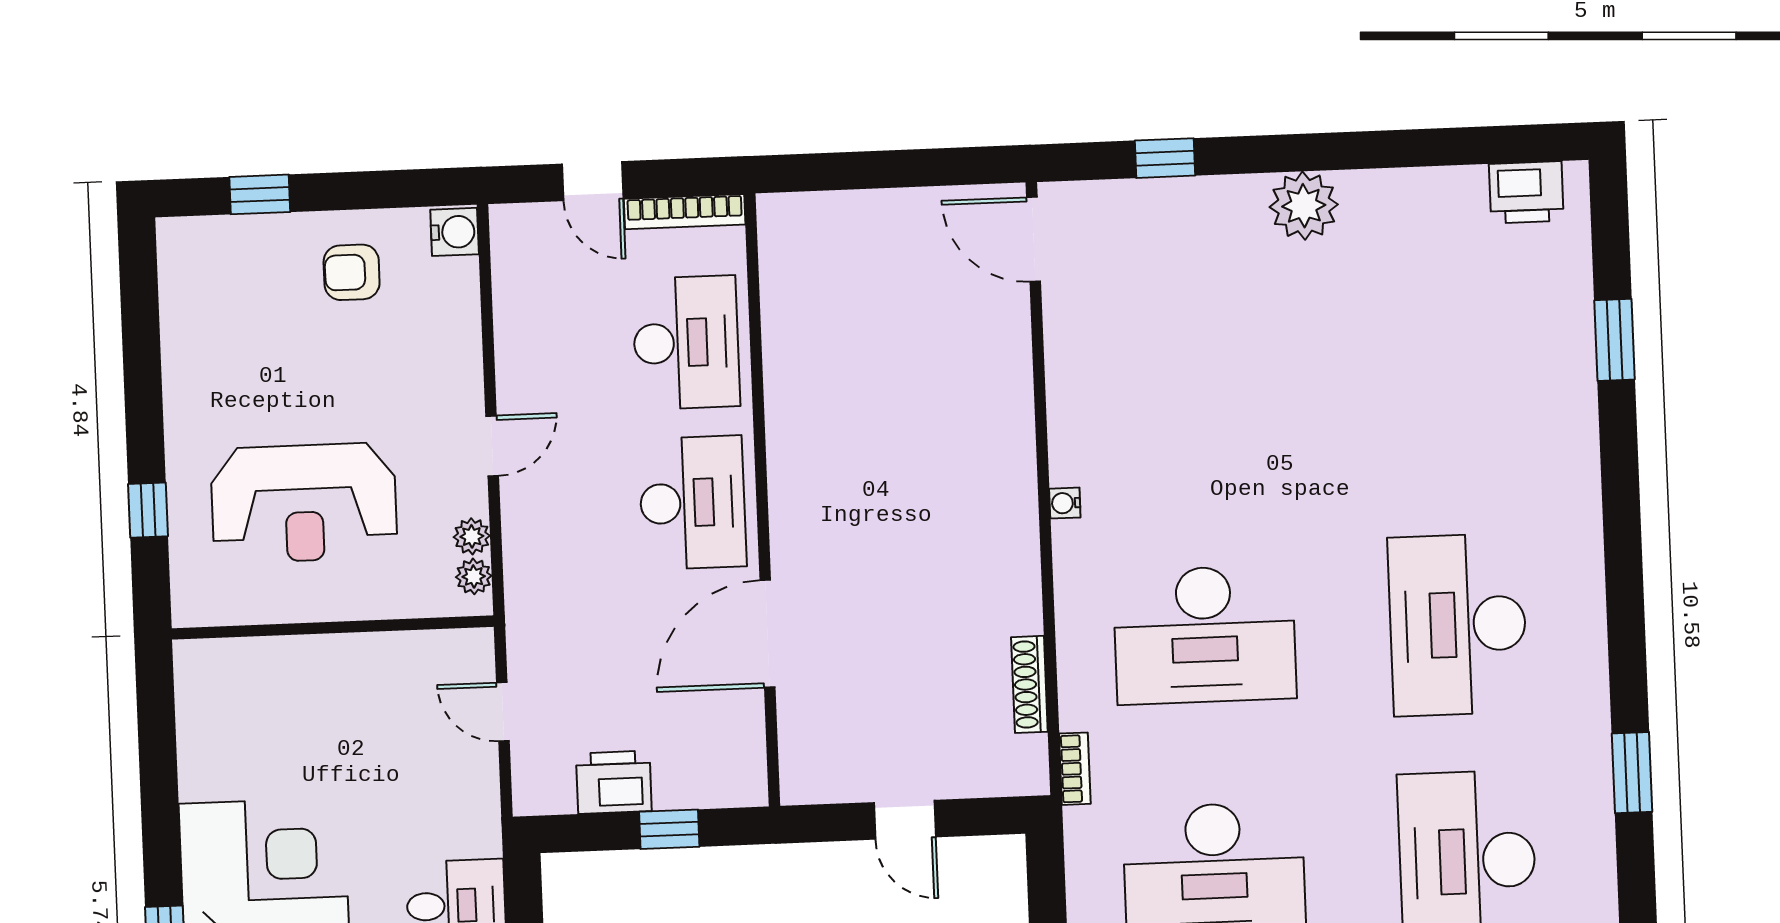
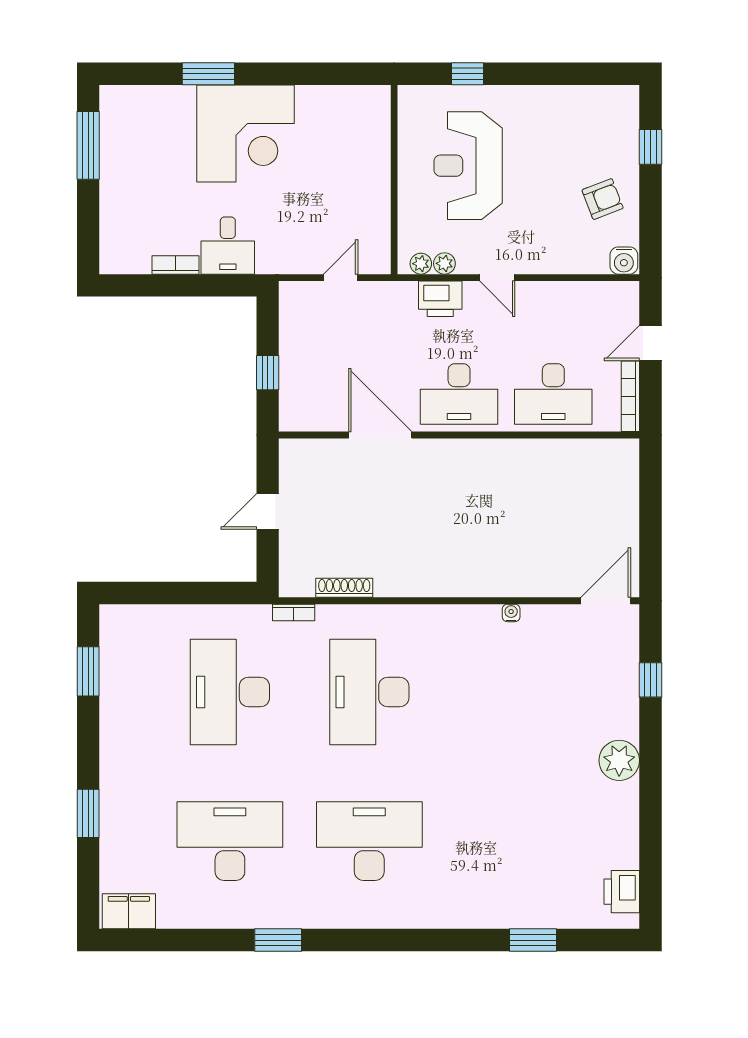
armchair: (352, 272) -> (603, 199), turned 69
water cooler: (1065, 503) -> (511, 613), moved
printer: (614, 782) -> (440, 299), moved, turned 90

